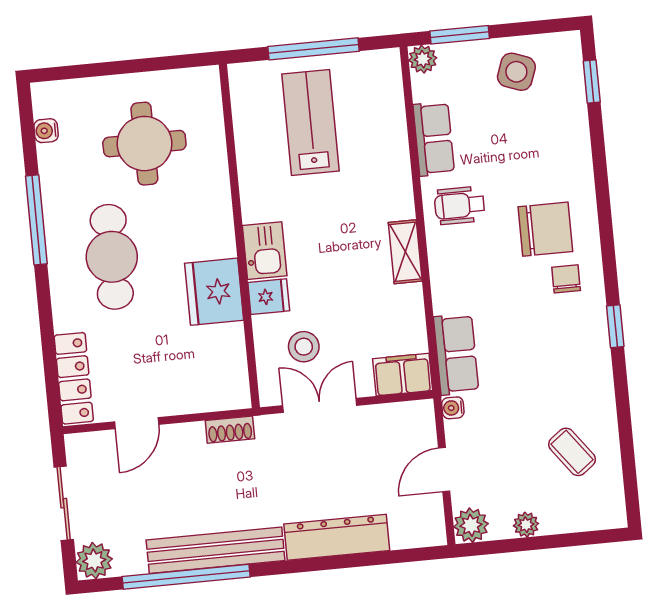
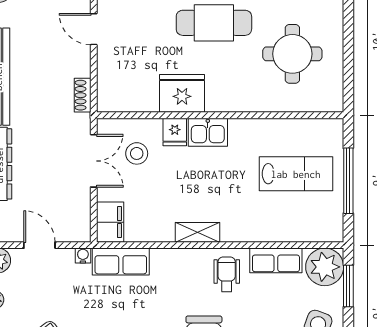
plant: (423, 59) -> (325, 267), width x1.88, depth x1.88

